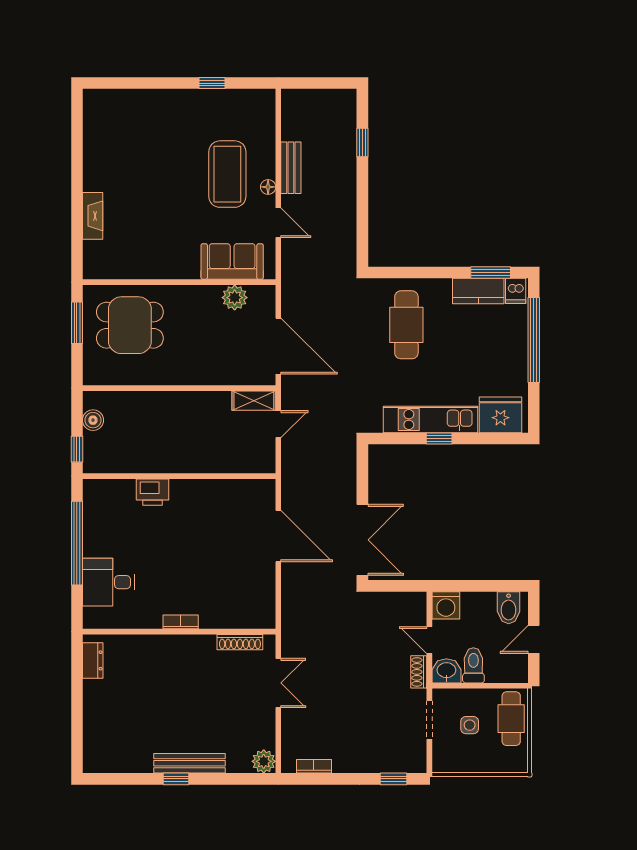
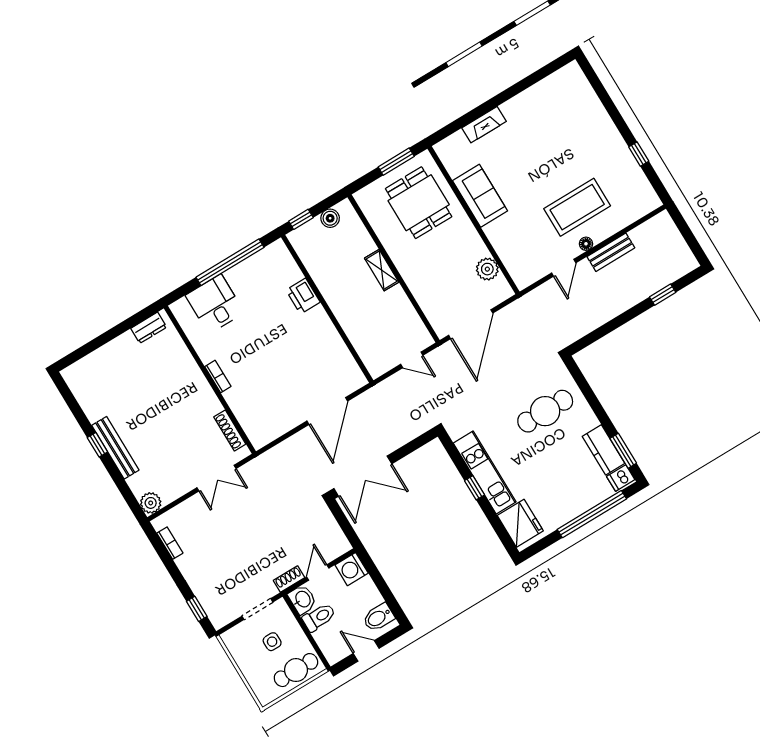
sofa: (232, 262) -> (480, 196), moved
shelving: (254, 401) -> (382, 270), moved

